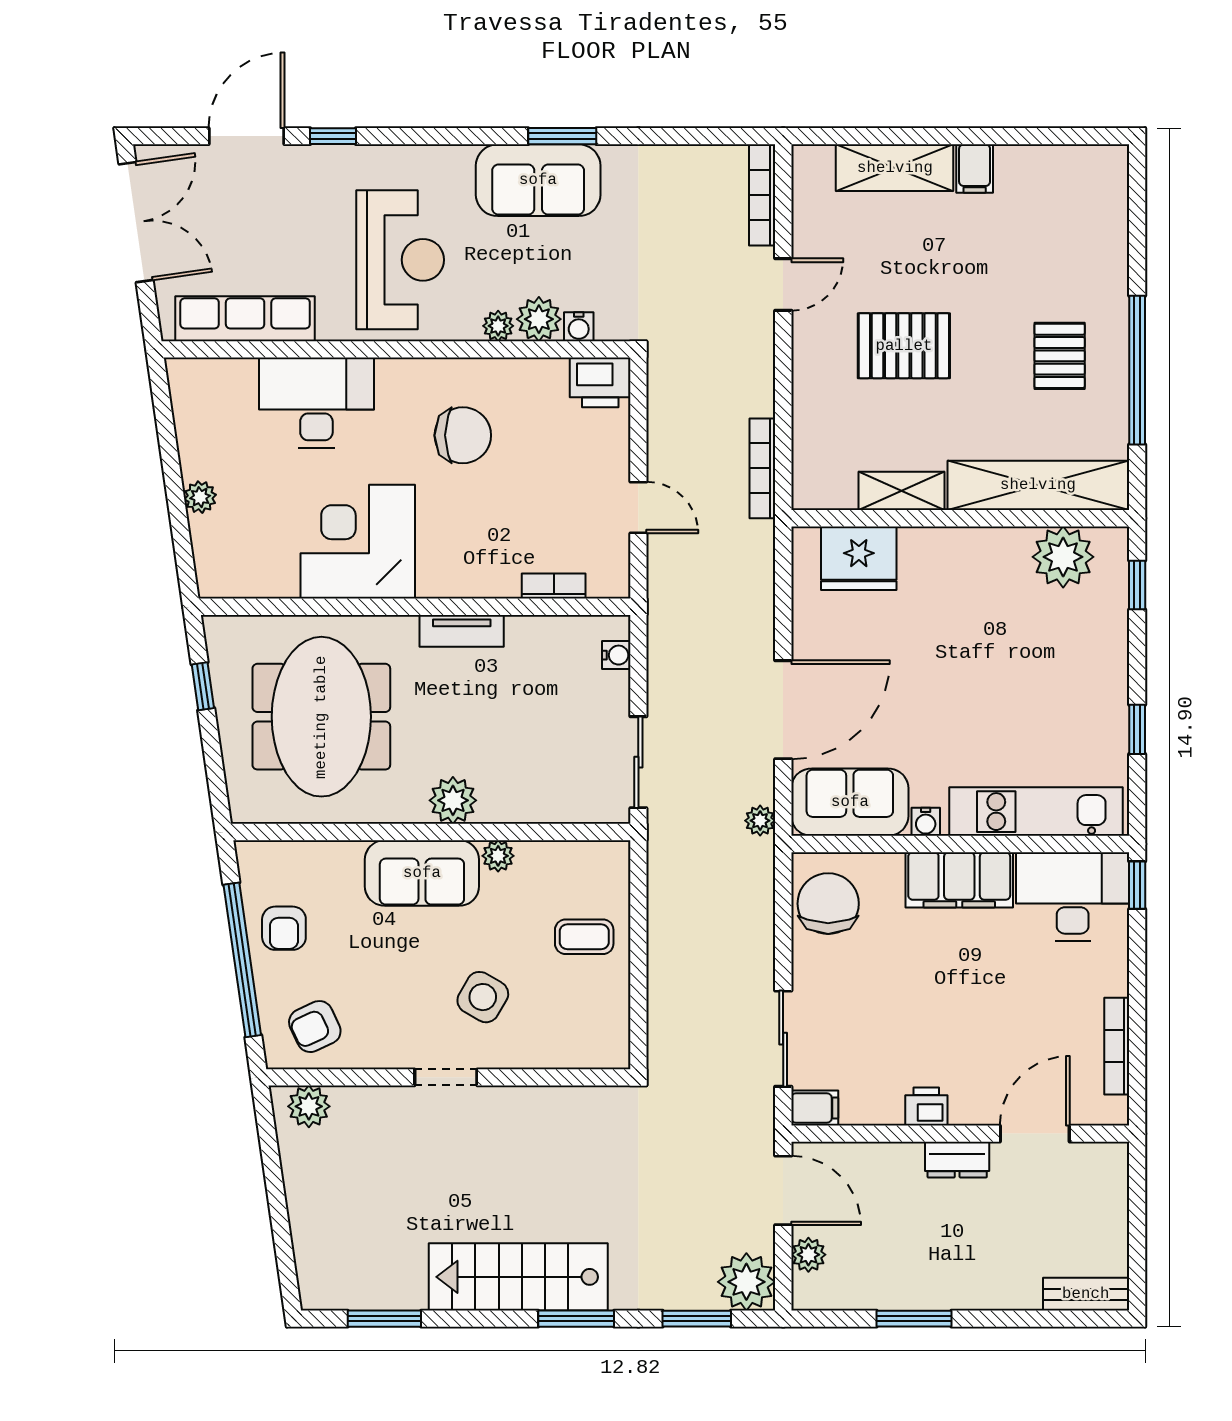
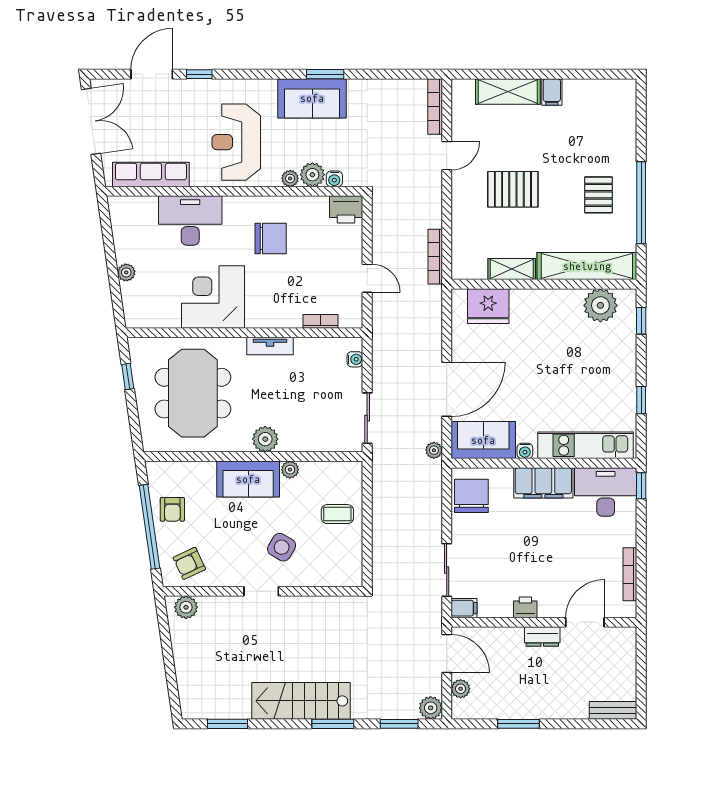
reception desk: (400, 260) -> (236, 142), turned 180
plant: (746, 1282) -> (431, 708), width x0.73, depth x0.73

